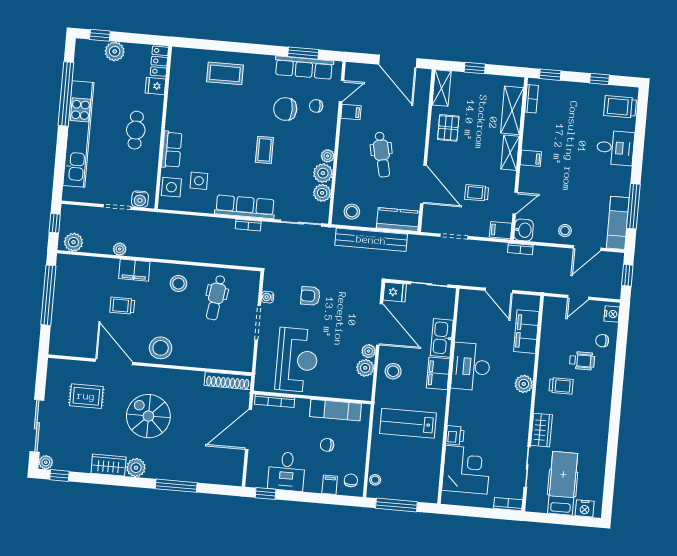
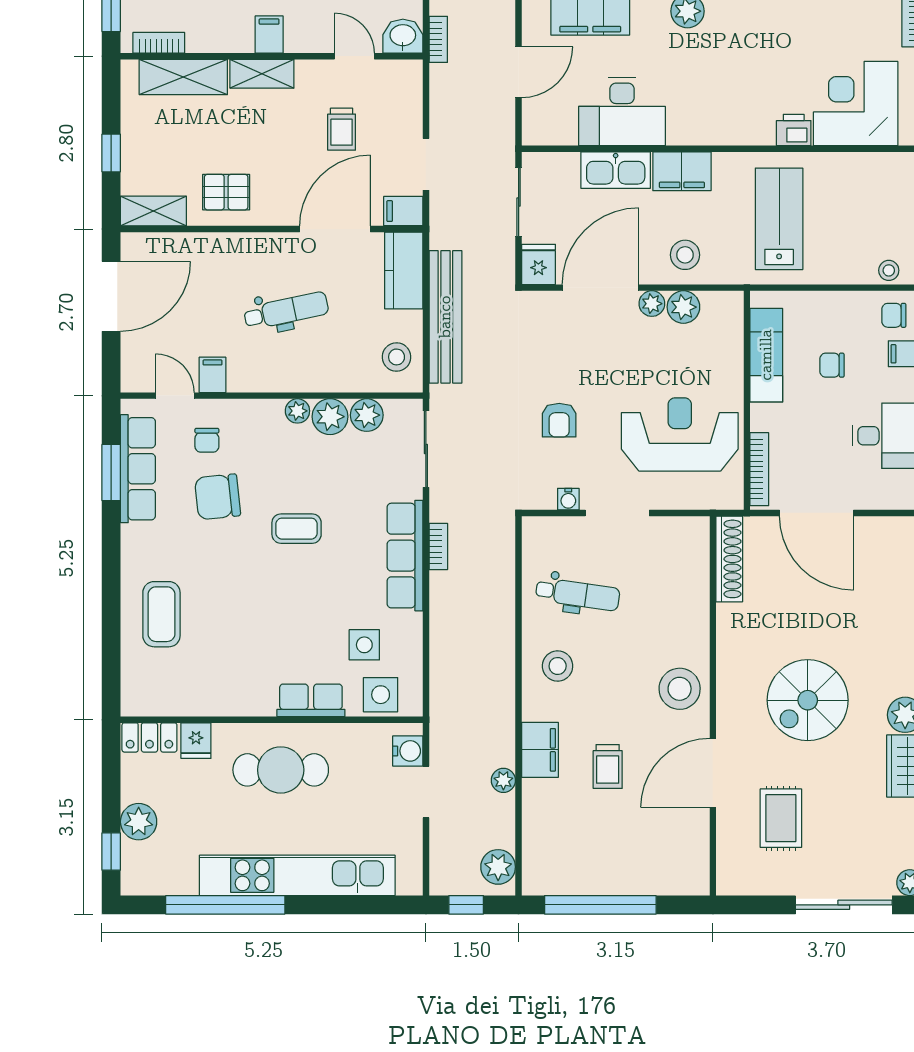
chair: (285, 109) -> (218, 497), turned 84
cafe table: (136, 130) -> (281, 770), width x1.37, depth x1.35
filing cabinet: (501, 230) -> (403, 211), moved, turned 90
desk: (471, 367) -> (622, 112), moved
lab bench: (408, 423) -> (779, 219), turned 180
chair: (327, 445) -> (832, 365), turned 90

